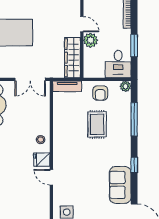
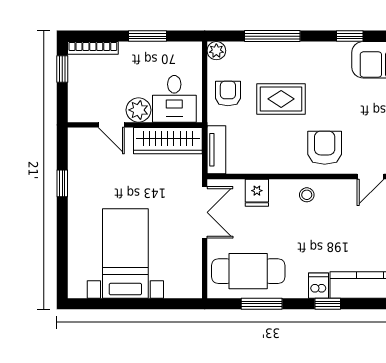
door: (82, 24) -> (111, 125), swing flipped
desk: (118, 64) -> (174, 99), moved, turned 90
armchair: (100, 93) -> (228, 94), turned -90
armchair: (68, 150) -> (325, 148), added
fridge: (42, 160) -> (257, 193), moved

